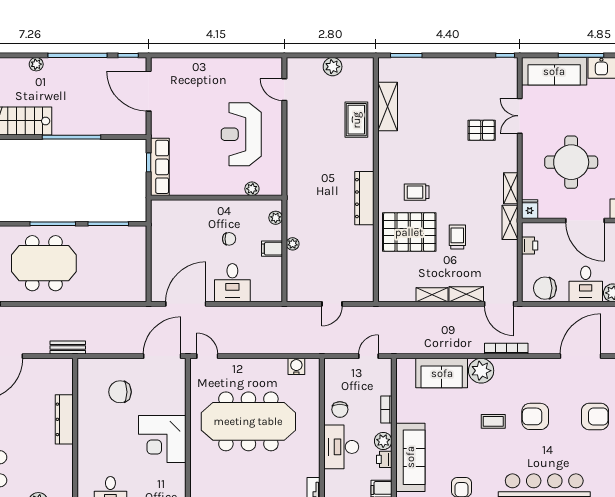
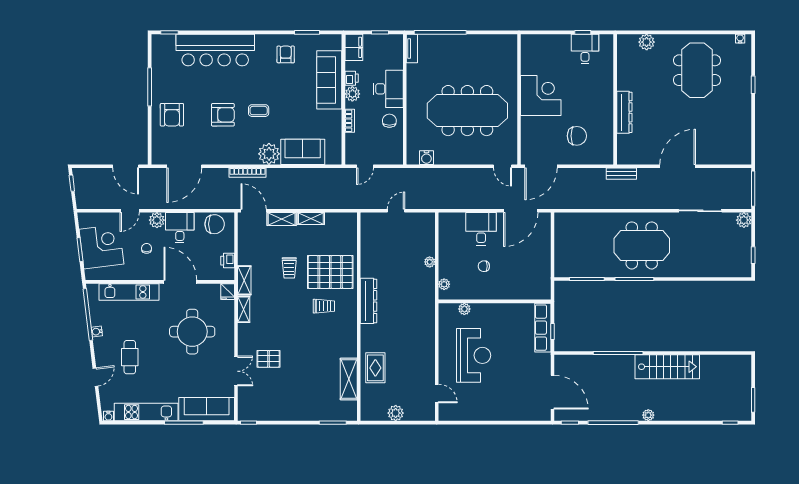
filing cabinet: (272, 249) -> (447, 258), removed
armchair: (595, 417) -> (172, 115), turned -90

